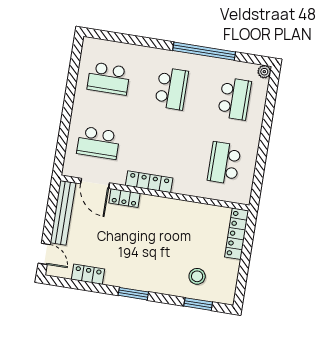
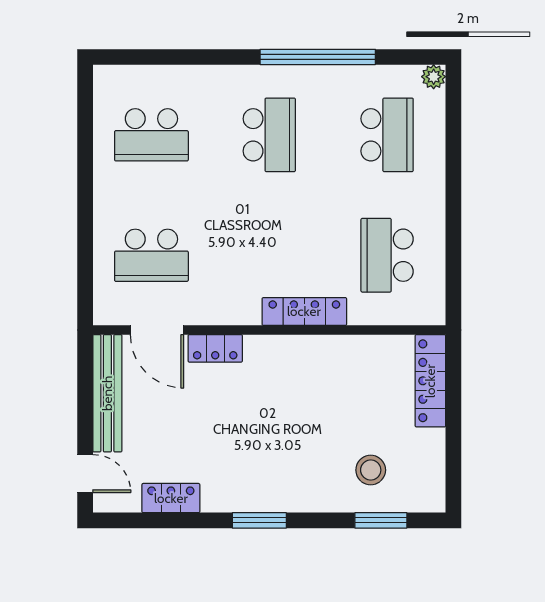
locker: (149, 182) -> (304, 311), moved

